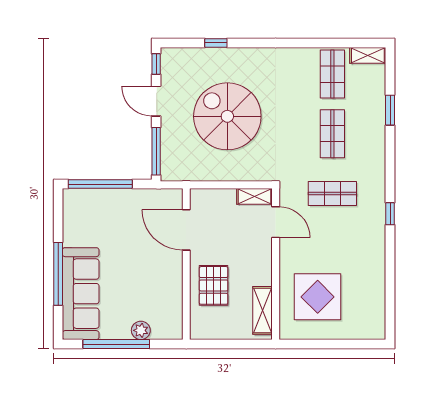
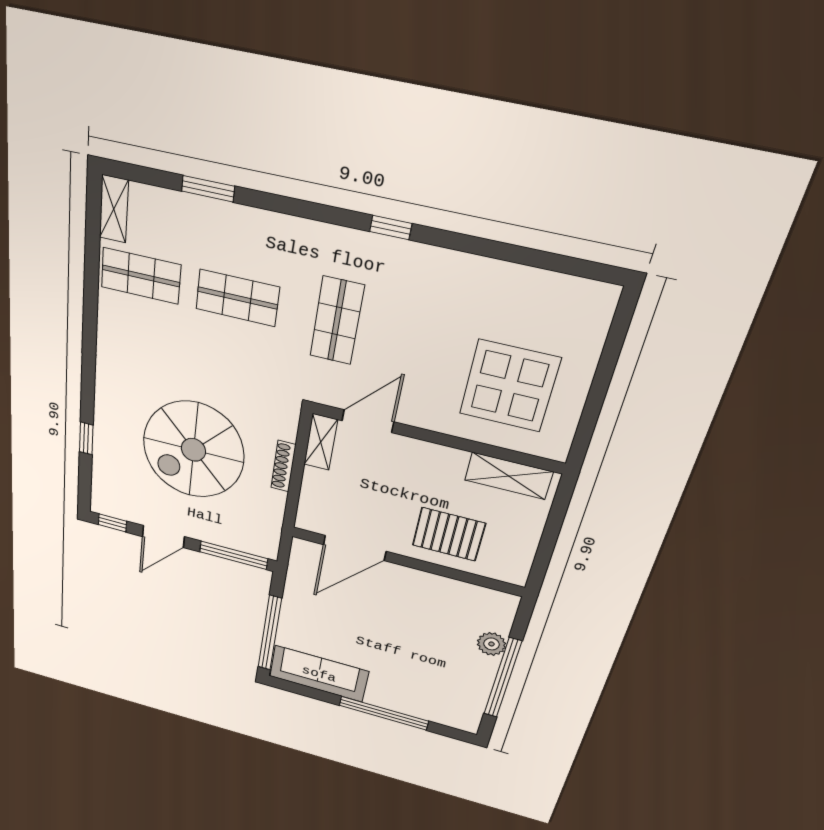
shoe rack: (232, 176) -> (283, 466), added
sofa: (81, 294) -> (319, 674), moved, width x0.74, depth x0.79

